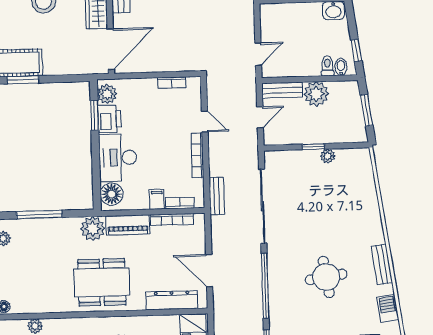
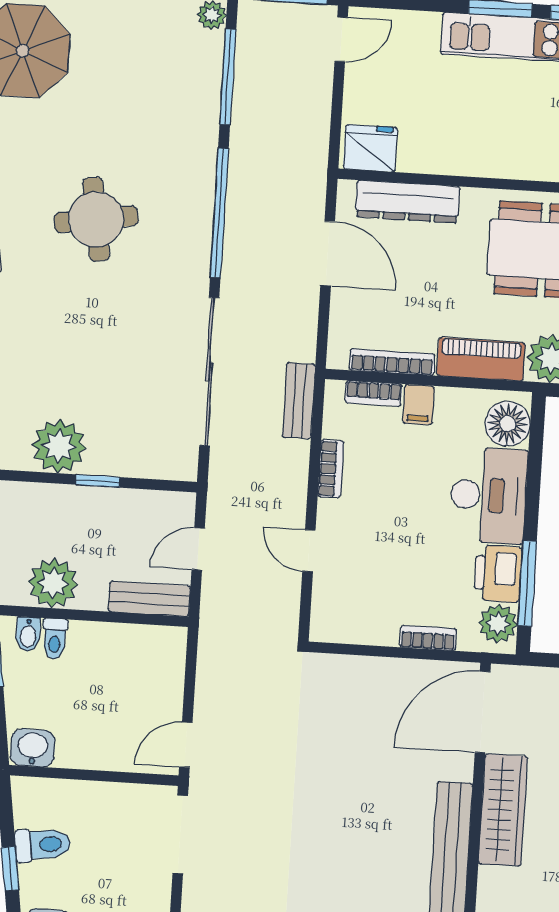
door: (258, 54) -> (186, 745), moved
bookcase: (172, 83) -> (428, 638), moved
plant: (316, 94) -> (53, 583), moved
window: (95, 115) -> (527, 583), width x1.44
bookcase: (197, 155) -> (331, 469), width x0.64
plant: (328, 156) -> (59, 446), width x1.88, depth x1.88

